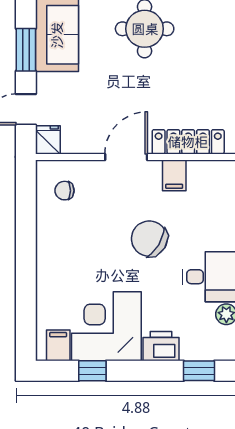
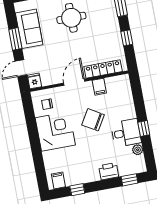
corner desk: (106, 326) -> (55, 131), moved, turned 90

